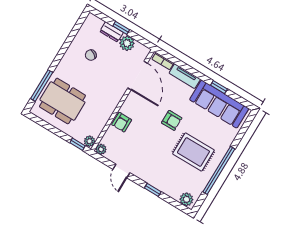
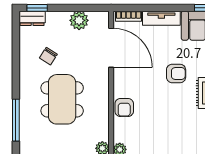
window: (121, 28) -> (37, 8), moved
dresser: (112, 32) -> (32, 18), moved
dining table: (62, 101) -> (62, 99), moved, turned 90

